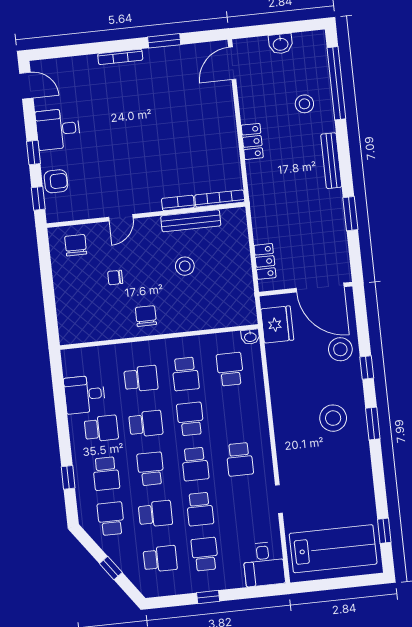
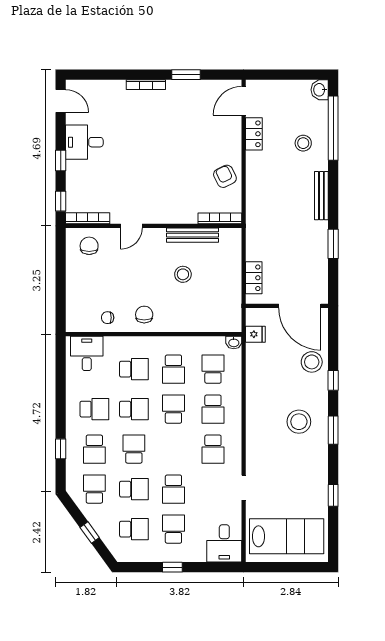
washbasin: (281, 44) -> (320, 90), moved, turned 90
locker: (252, 141) -> (254, 134), moved
armchair: (56, 181) -> (225, 176), moved, turned -116
bookcase: (178, 203) -> (88, 218), moved, width x1.56
chair: (115, 277) -> (108, 318), moved
fridge: (277, 324) -> (255, 334), width x0.53, depth x0.75
desk: (85, 394) -> (87, 353), moved, turned 90
school desk: (195, 464) -> (213, 409), moved
window: (384, 531) -> (333, 495), moved

